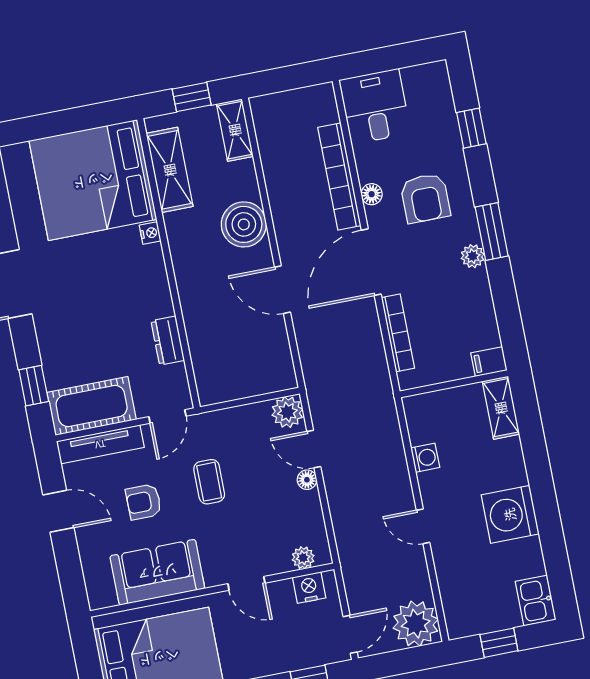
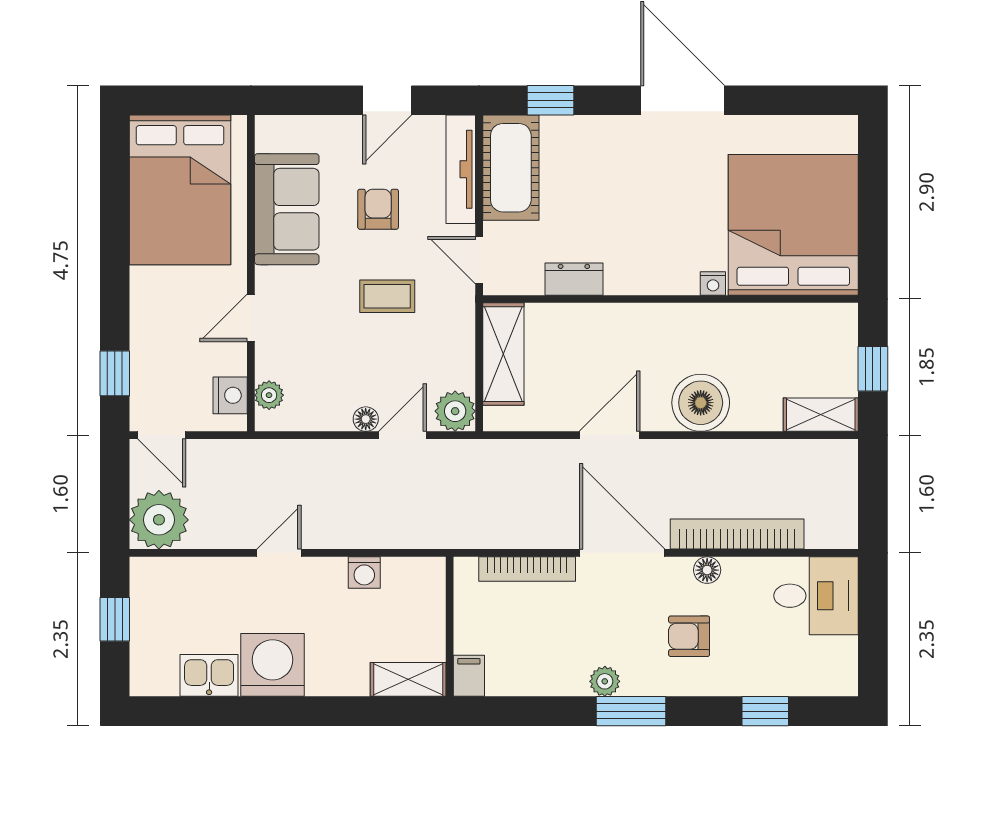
shelving: (170, 170) -> (503, 354), moved, turned 90
armchair: (425, 198) -> (689, 636), width x0.72, depth x0.72
kitchen sink: (536, 601) -> (209, 675), moved

